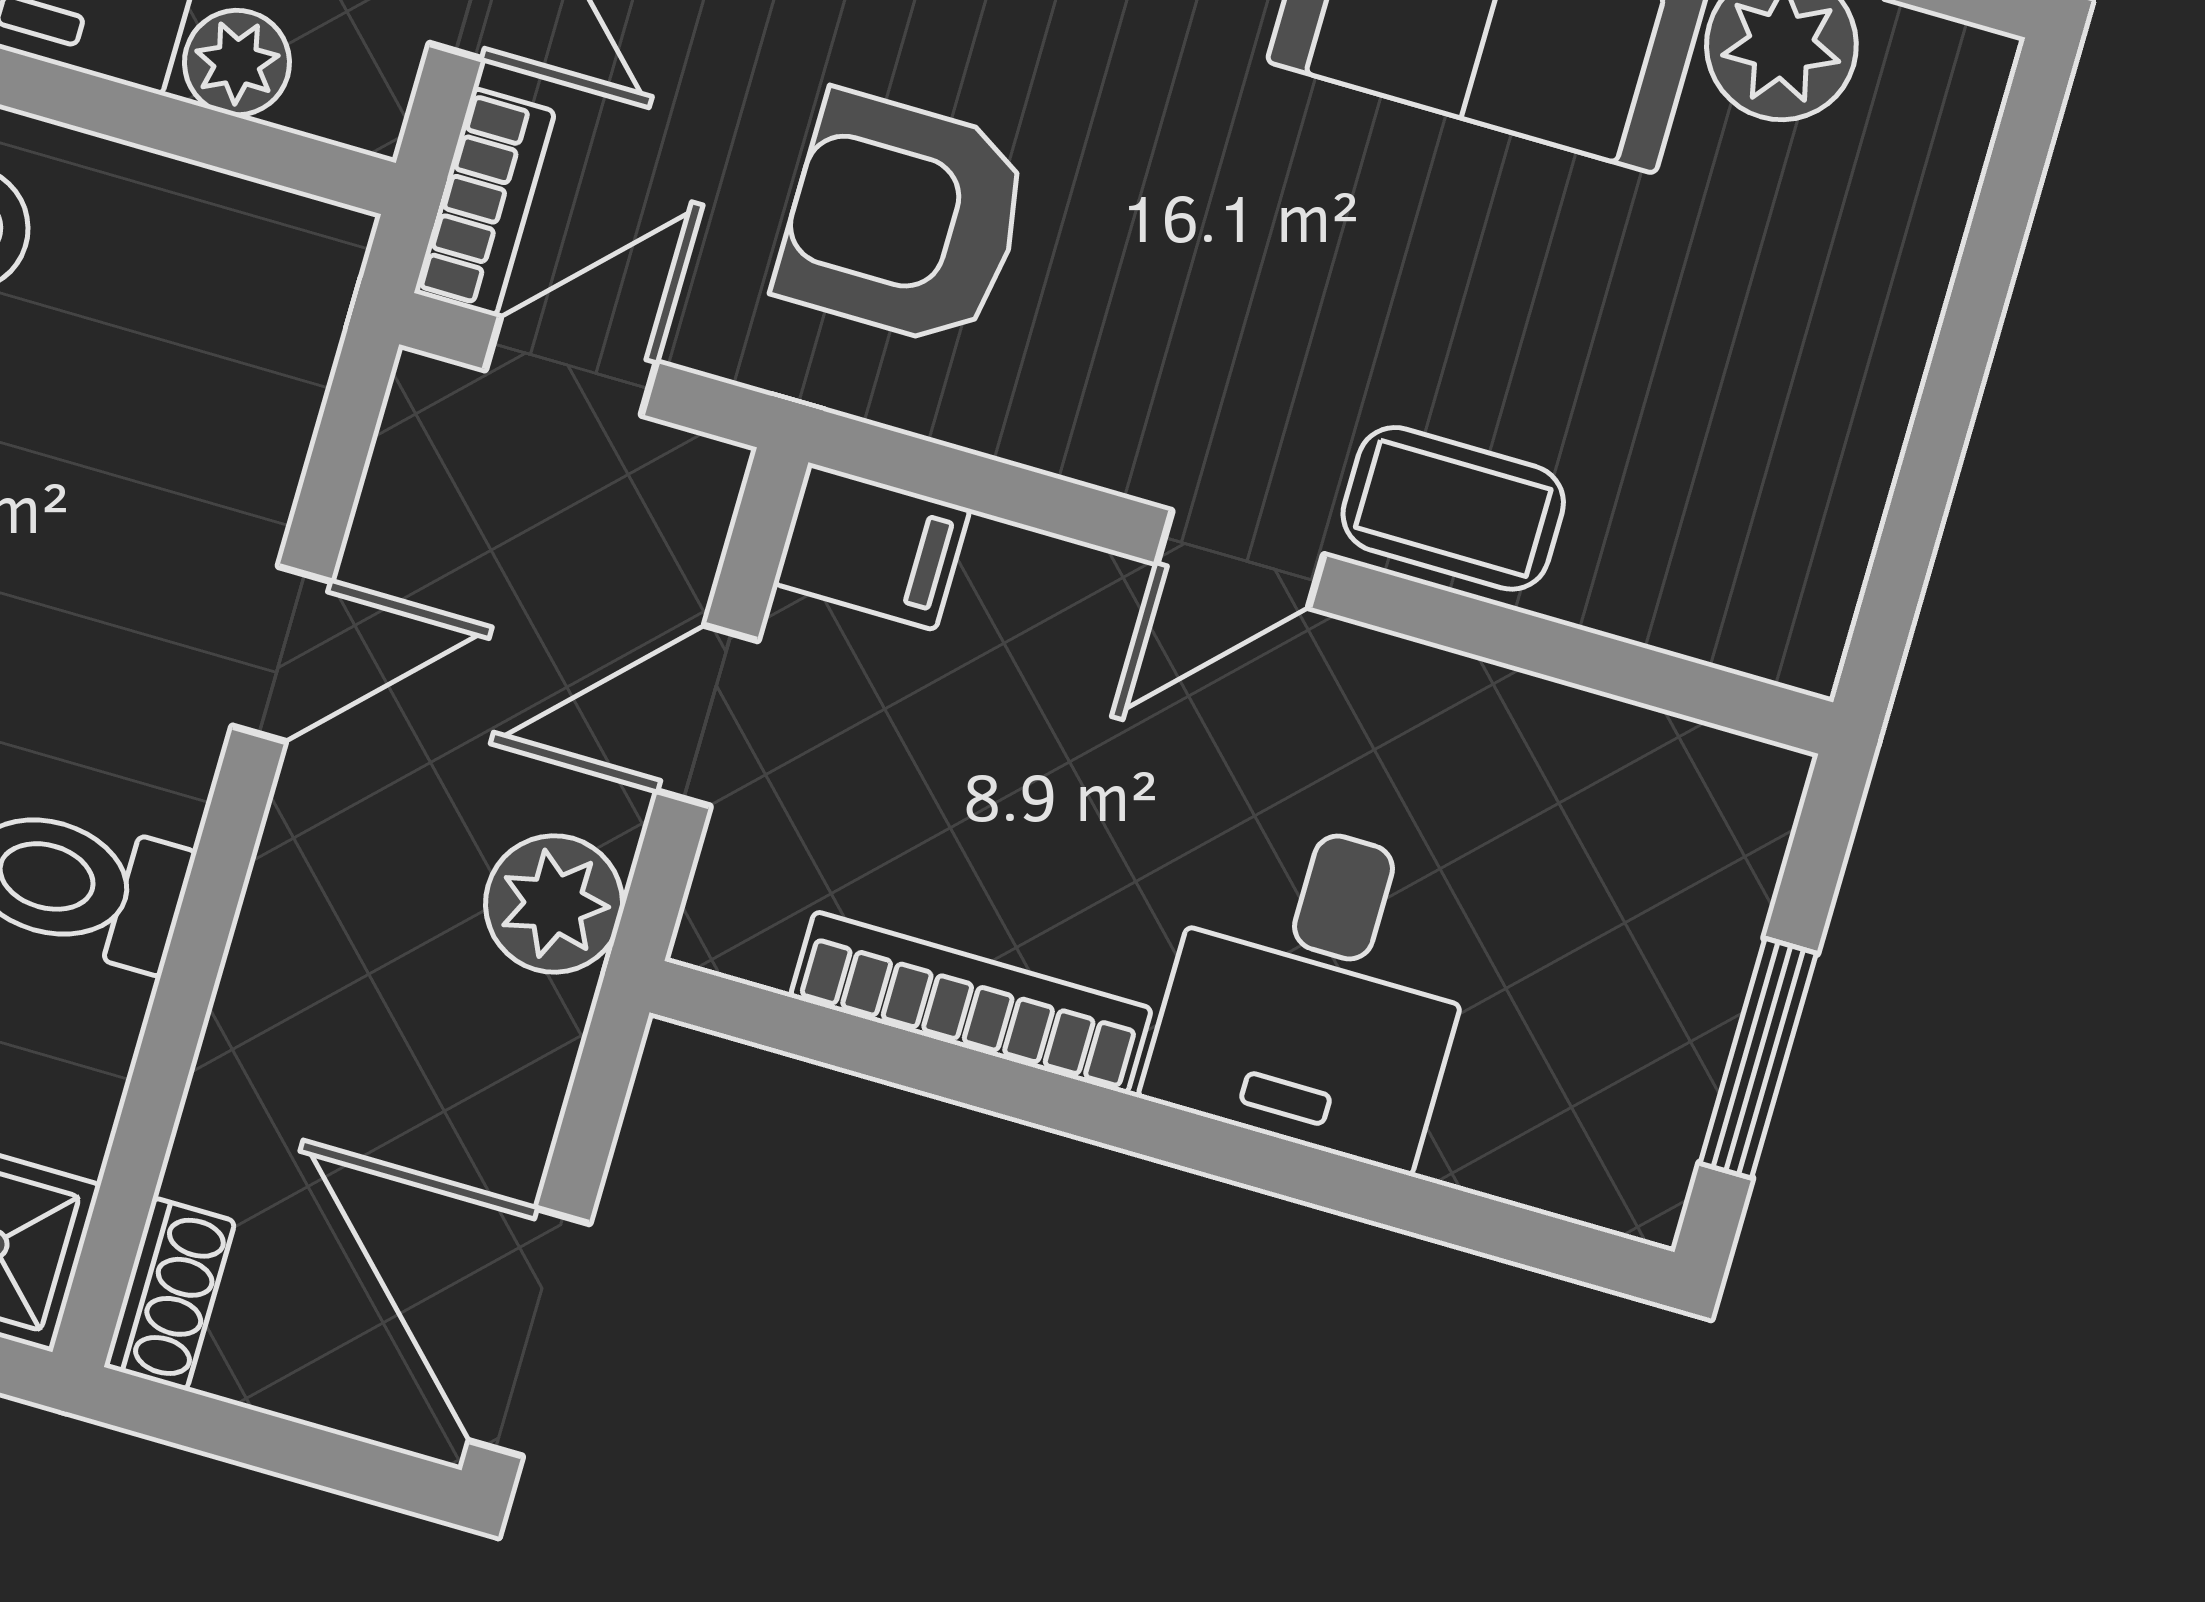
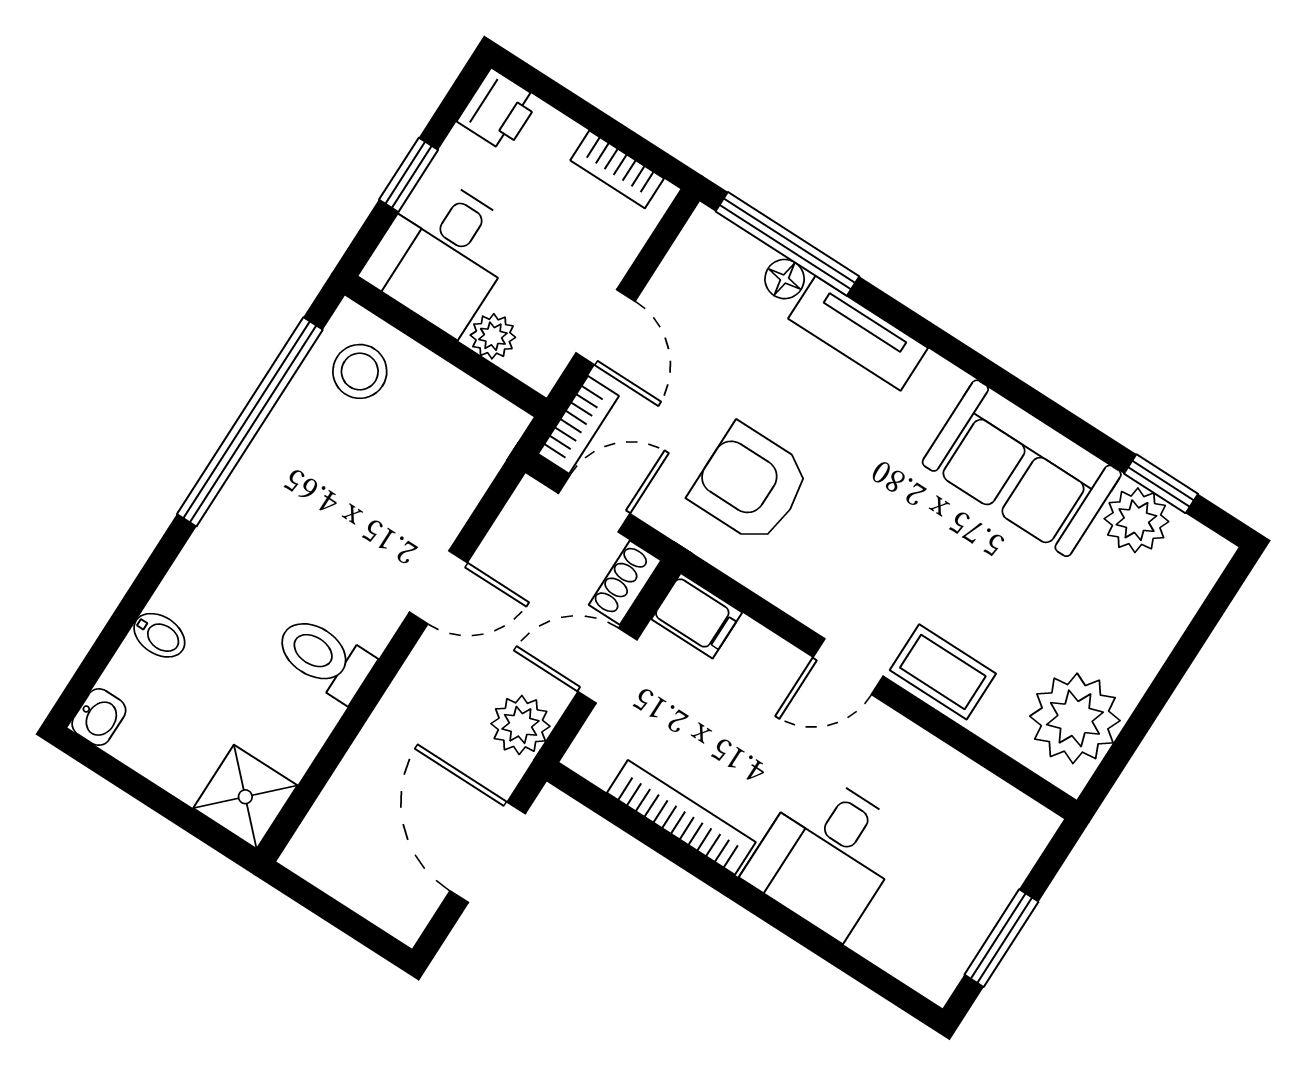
plant: (1776, 524) -> (1075, 718), added
shoe rack: (170, 1294) -> (625, 583), moved, turned 180
door: (529, 1332) -> (488, 852), moved

